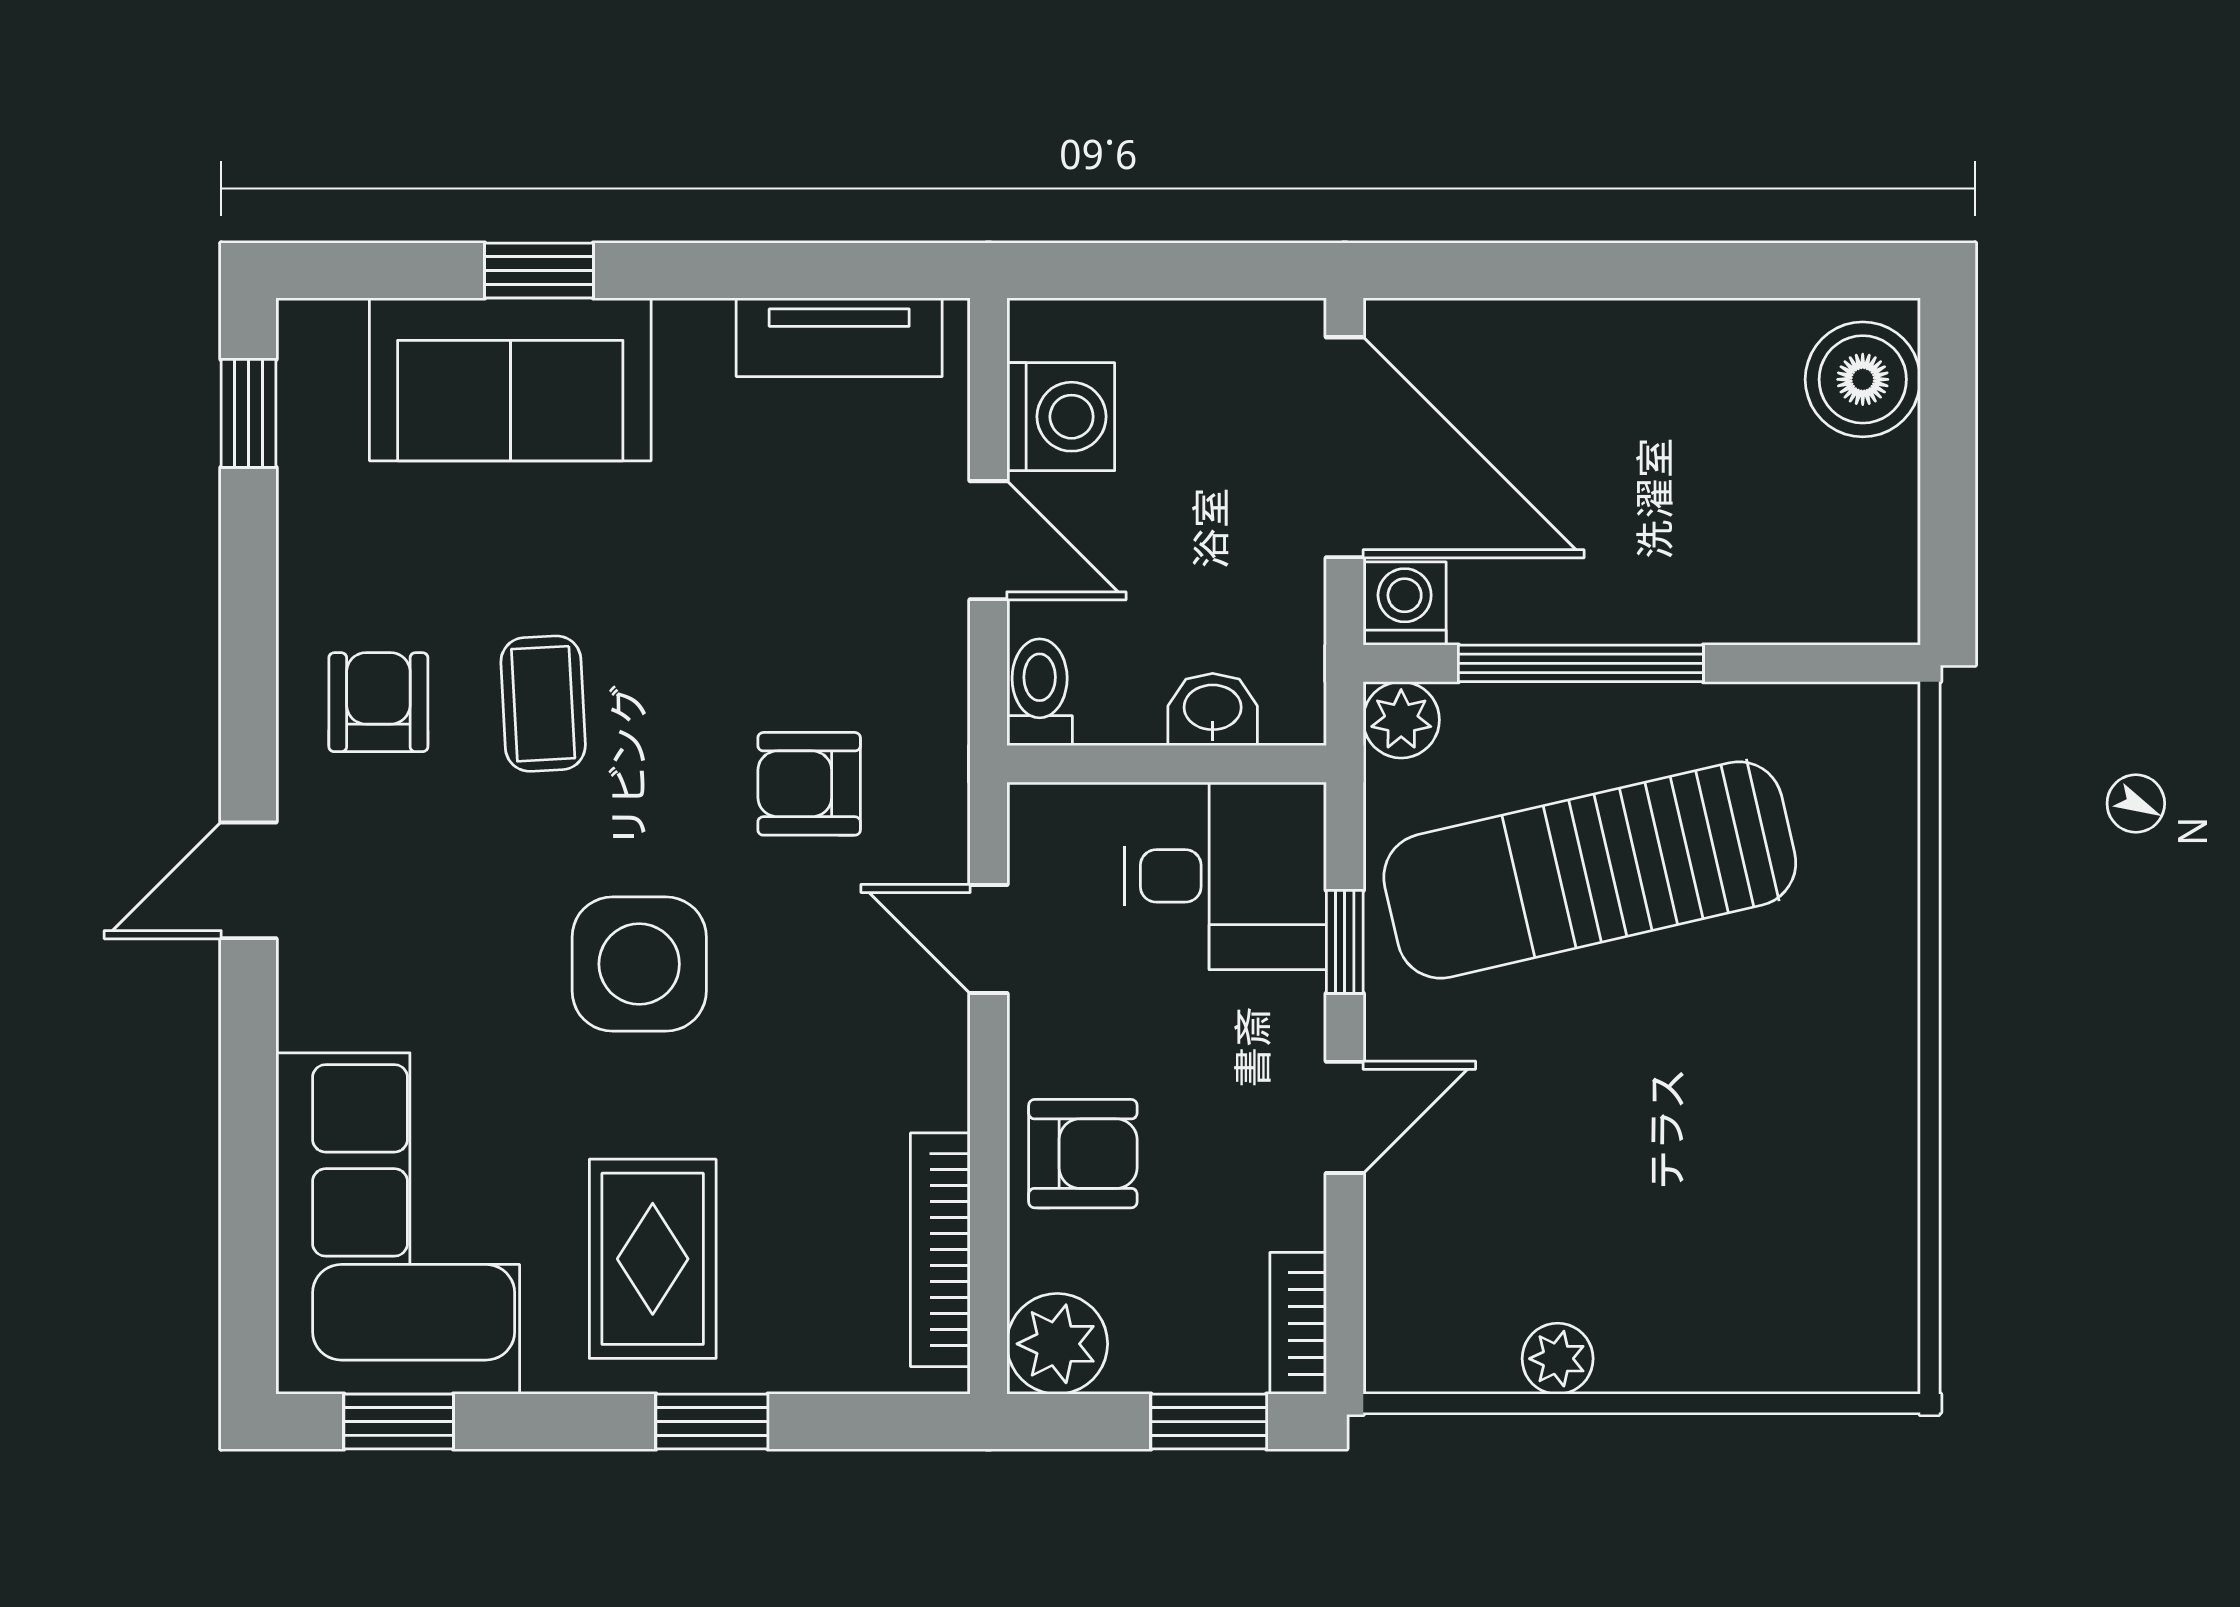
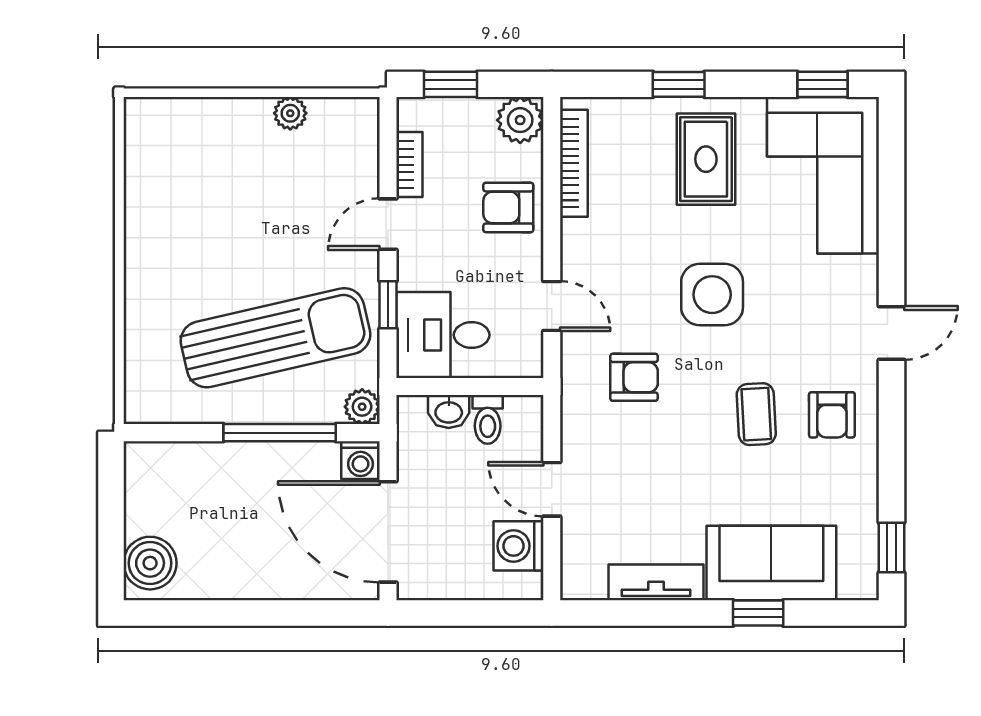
tv unit: (839, 337) -> (656, 582), moved
toilet: (1040, 692) -> (488, 419), moved
bookcase: (1298, 1323) -> (409, 165), moved

